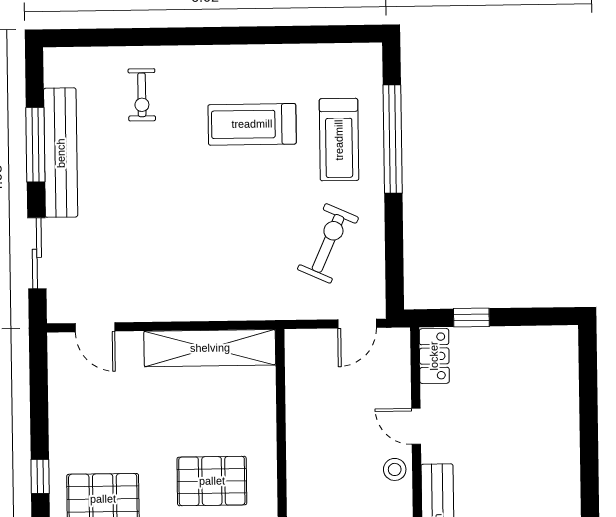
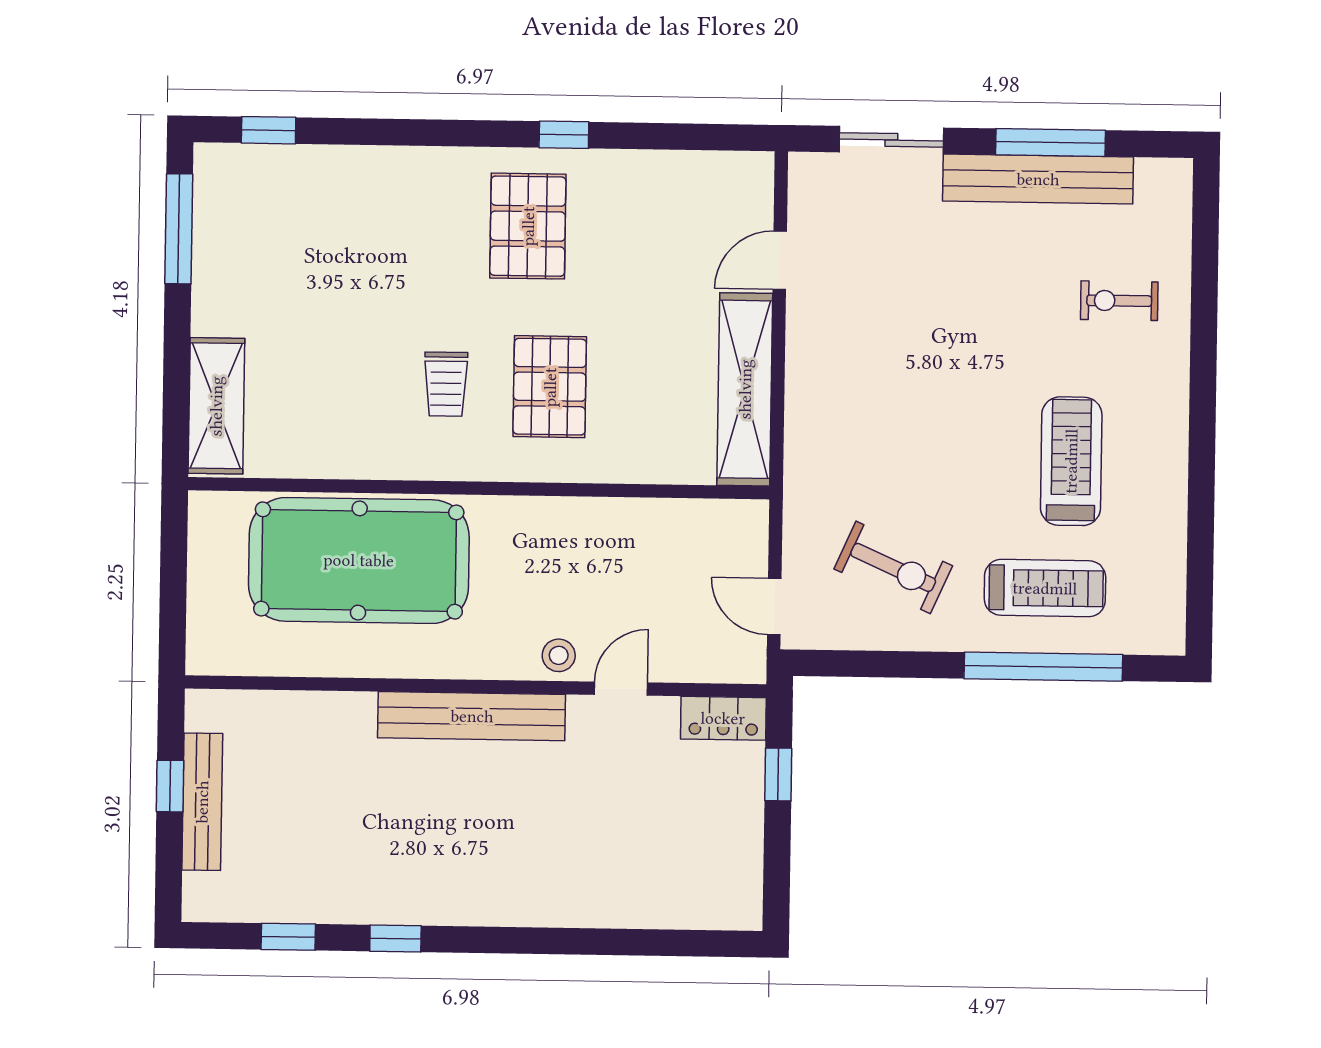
treadmill: (339, 140) -> (1045, 588), turned 180
door: (95, 327) -> (780, 260), moved

